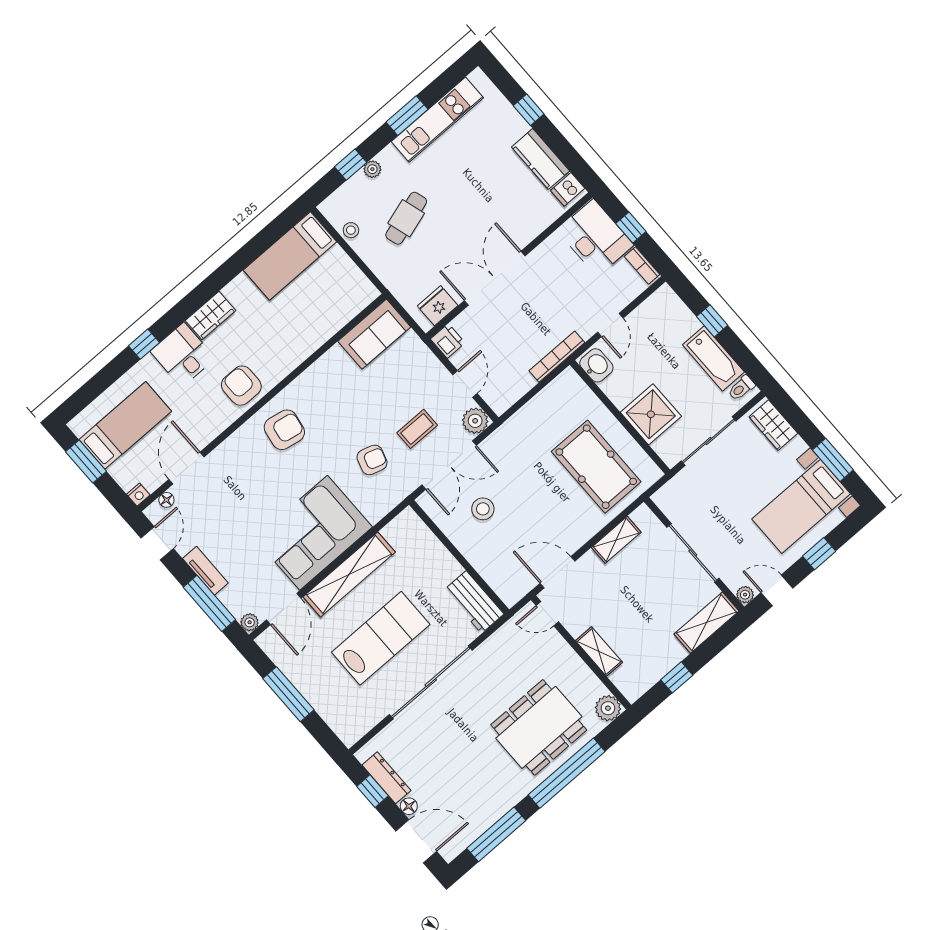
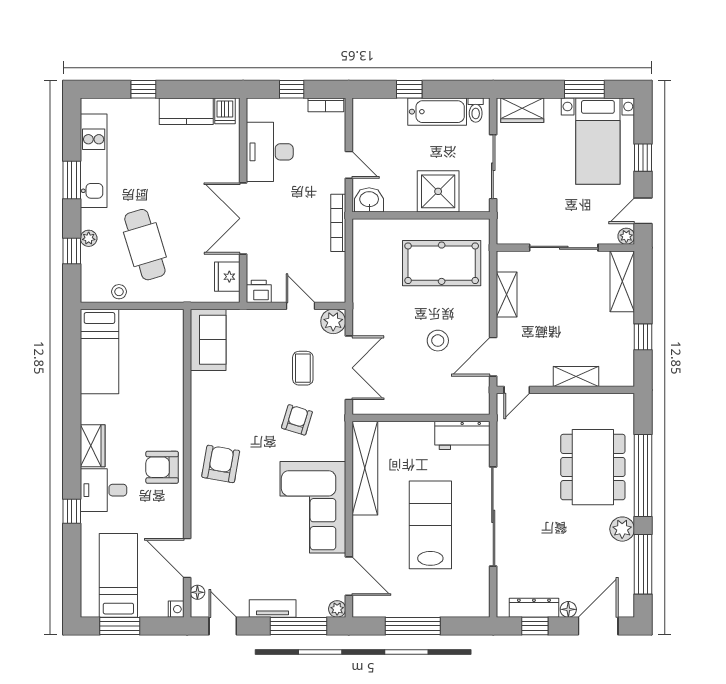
cafe table: (406, 218) -> (145, 245), width x1.37, depth x1.35
desk: (595, 238) -> (270, 152), moved, turned -90
stool: (483, 509) -> (438, 341), moved
shelving: (349, 574) -> (365, 468), moved
plant: (608, 708) -> (622, 529), moved

